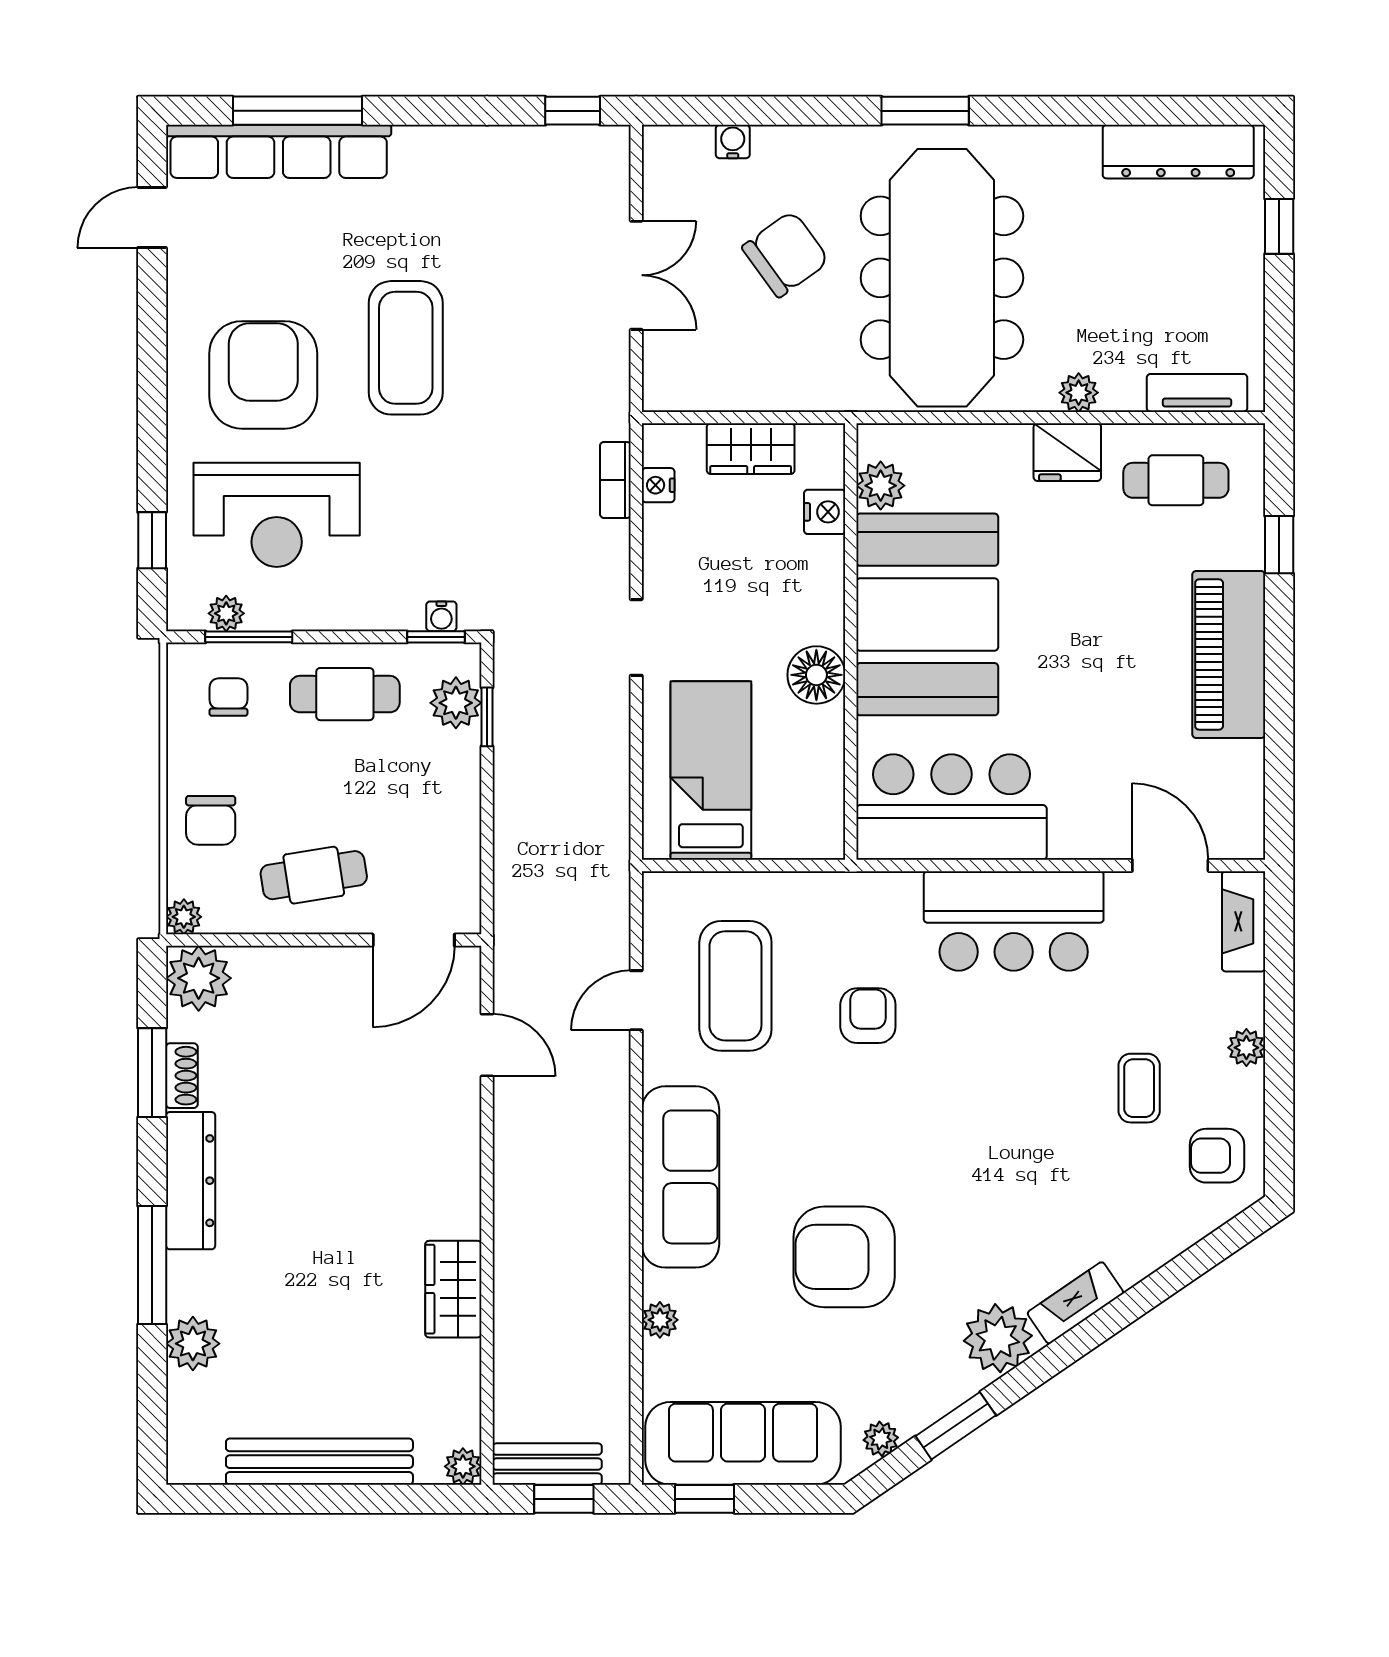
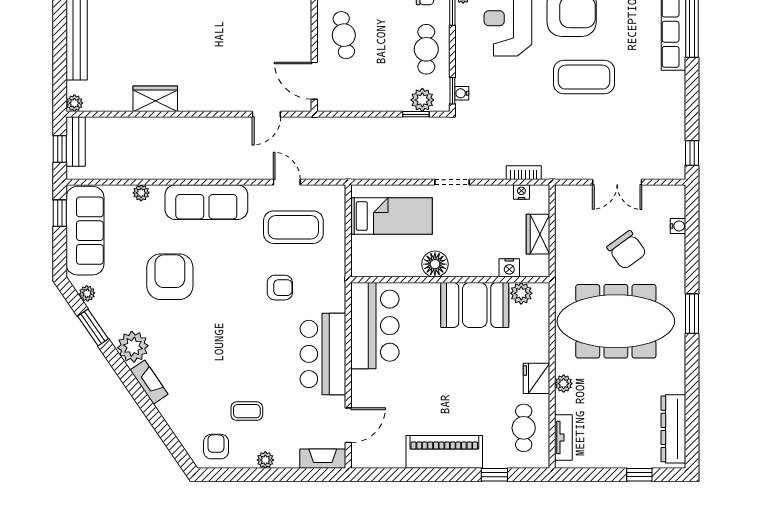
booth: (927, 614) -> (475, 305), width x0.73, depth x0.70

